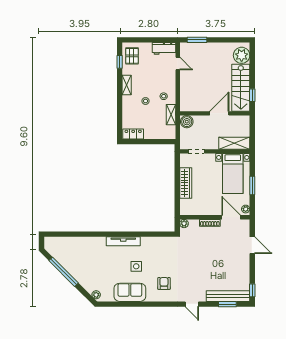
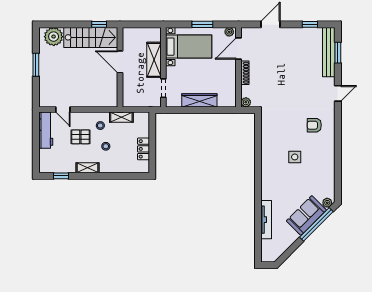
window: (197, 40) -> (36, 65), moved
workbench: (164, 48) -> (46, 130), width x1.38
pallet: (132, 56) -> (80, 137), moved
door: (178, 63) -> (63, 109), swing flipped
boiler: (187, 122) -> (129, 99), removed
locker: (133, 134) -> (143, 149), moved
shelving: (234, 143) -> (154, 60), moved
tv unit: (123, 241) -> (266, 220), moved
window: (64, 272) -> (316, 224), moved
window: (252, 290) -> (310, 24), moved
sofa: (130, 292) -> (306, 215), moved, turned 45

